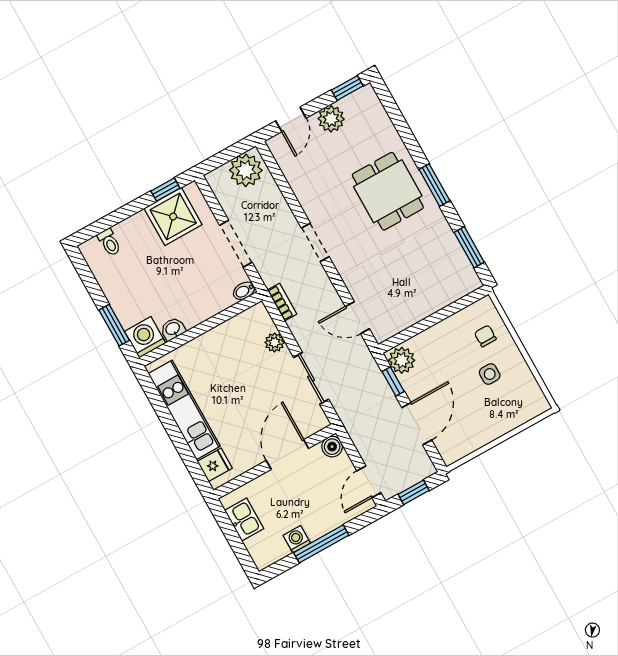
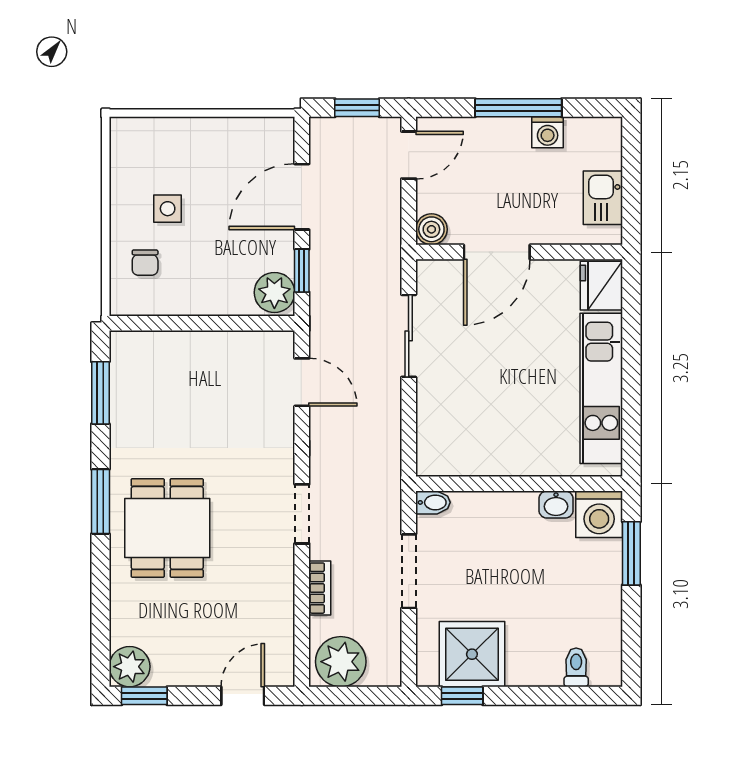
plant: (331, 119) -> (130, 667), moved
bookcase: (282, 302) -> (320, 588), moved, turned 180
plant: (275, 343) -> (431, 411), removed
fridge: (215, 465) -> (601, 286), width x1.38

